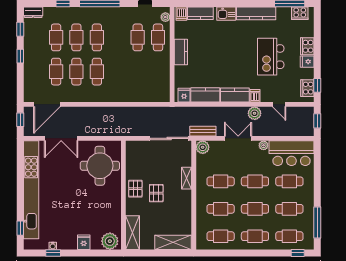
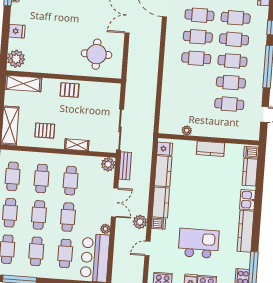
plant: (165, 17) -> (187, 130), moved
cafe table: (158, 37) -> (231, 83), moved
round table: (100, 166) -> (96, 54), width x0.73, depth x0.73
pallet: (156, 193) -> (45, 131), moved

